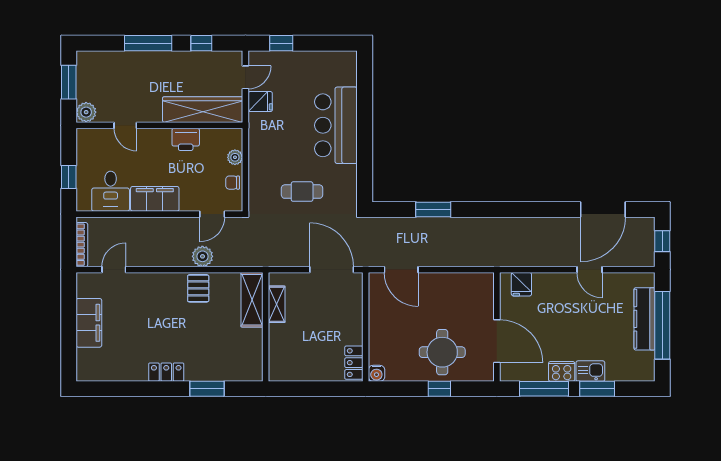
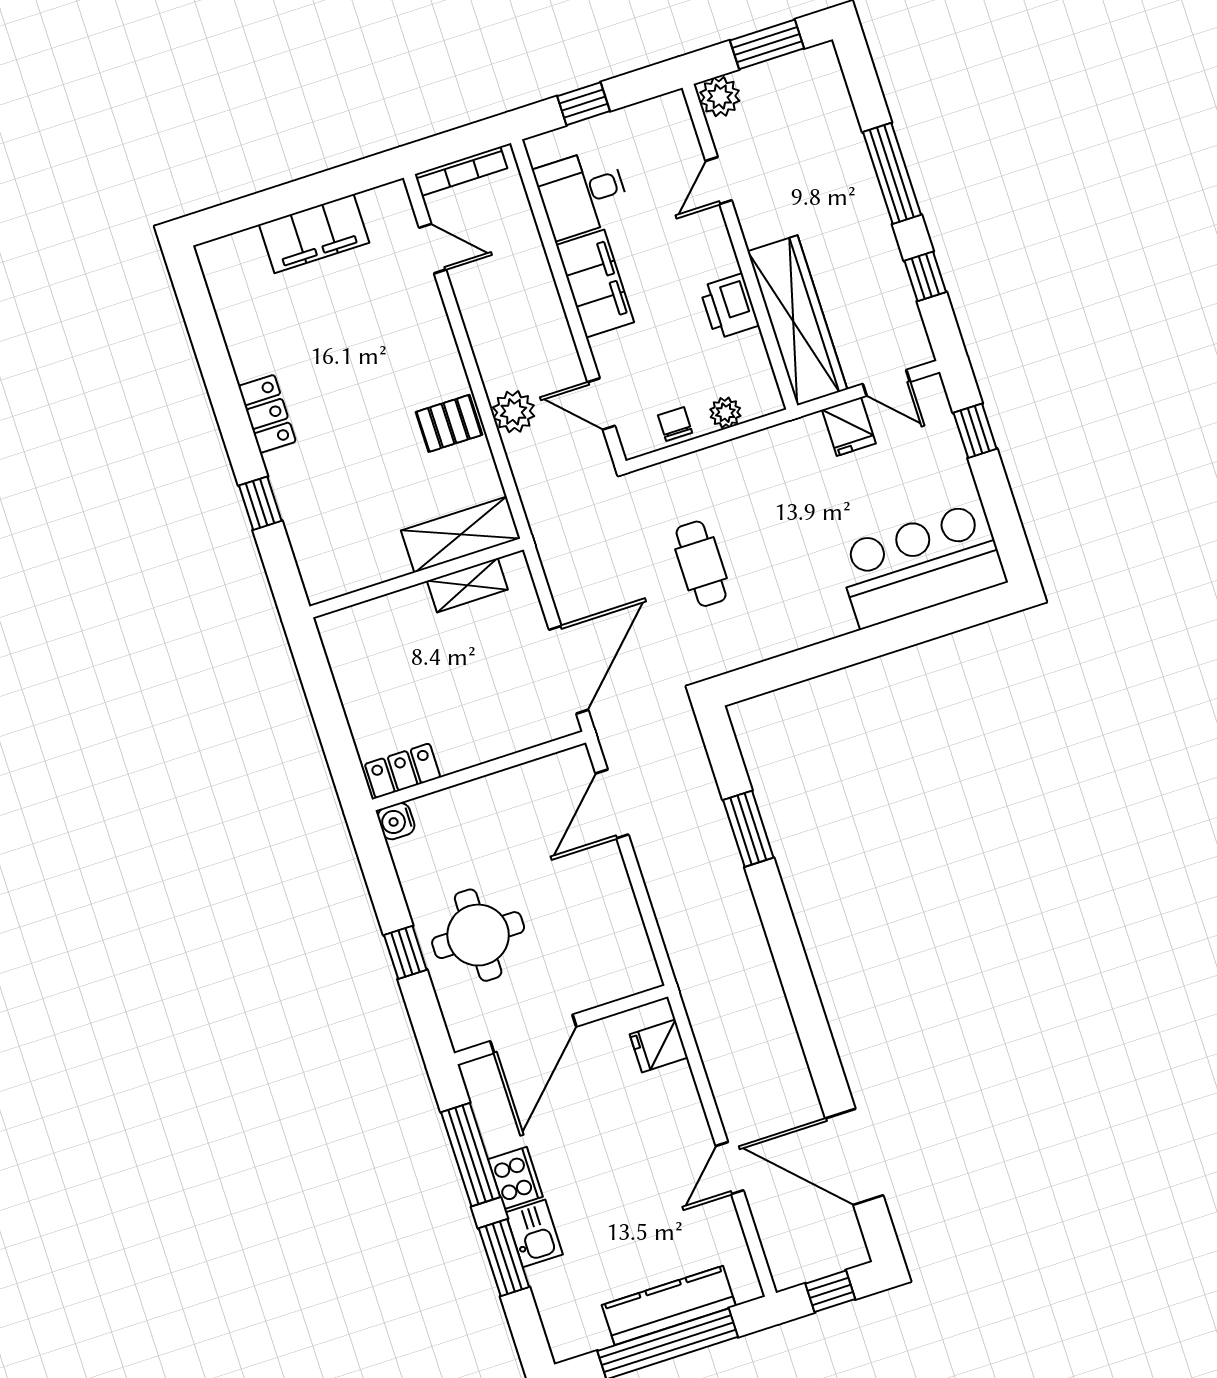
bar counter: (336, 125) -> (921, 565), moved
window: (207, 389) -> (260, 503), width x0.67

